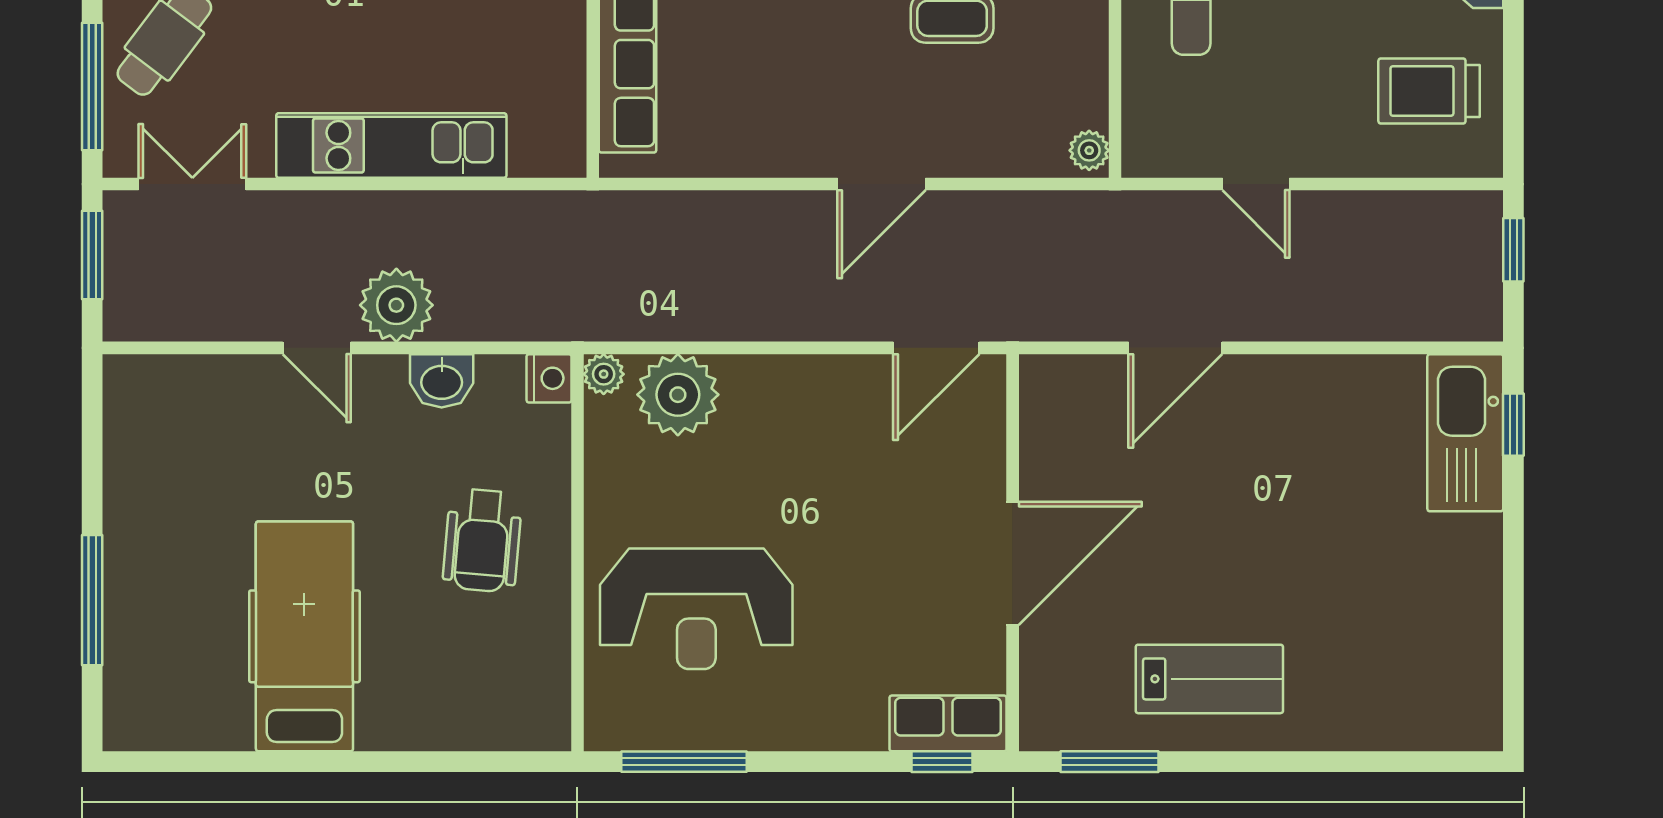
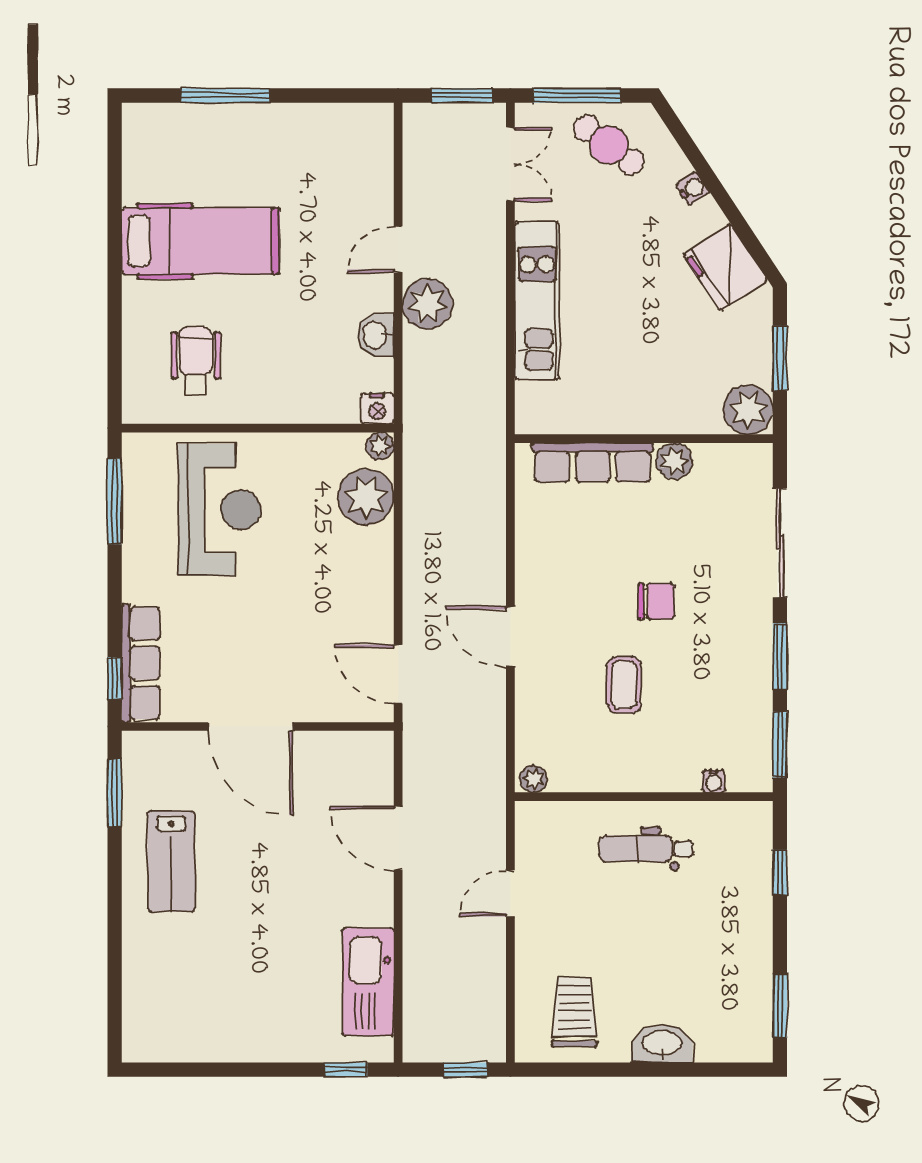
kitchen sink: (1465, 433) -> (368, 982), moved, turned -90
wheelchair: (482, 541) -> (196, 361), moved, turned 85
reception desk: (696, 609) -> (219, 510), turned 180
row of seats: (948, 723) -> (141, 663), width x1.48

